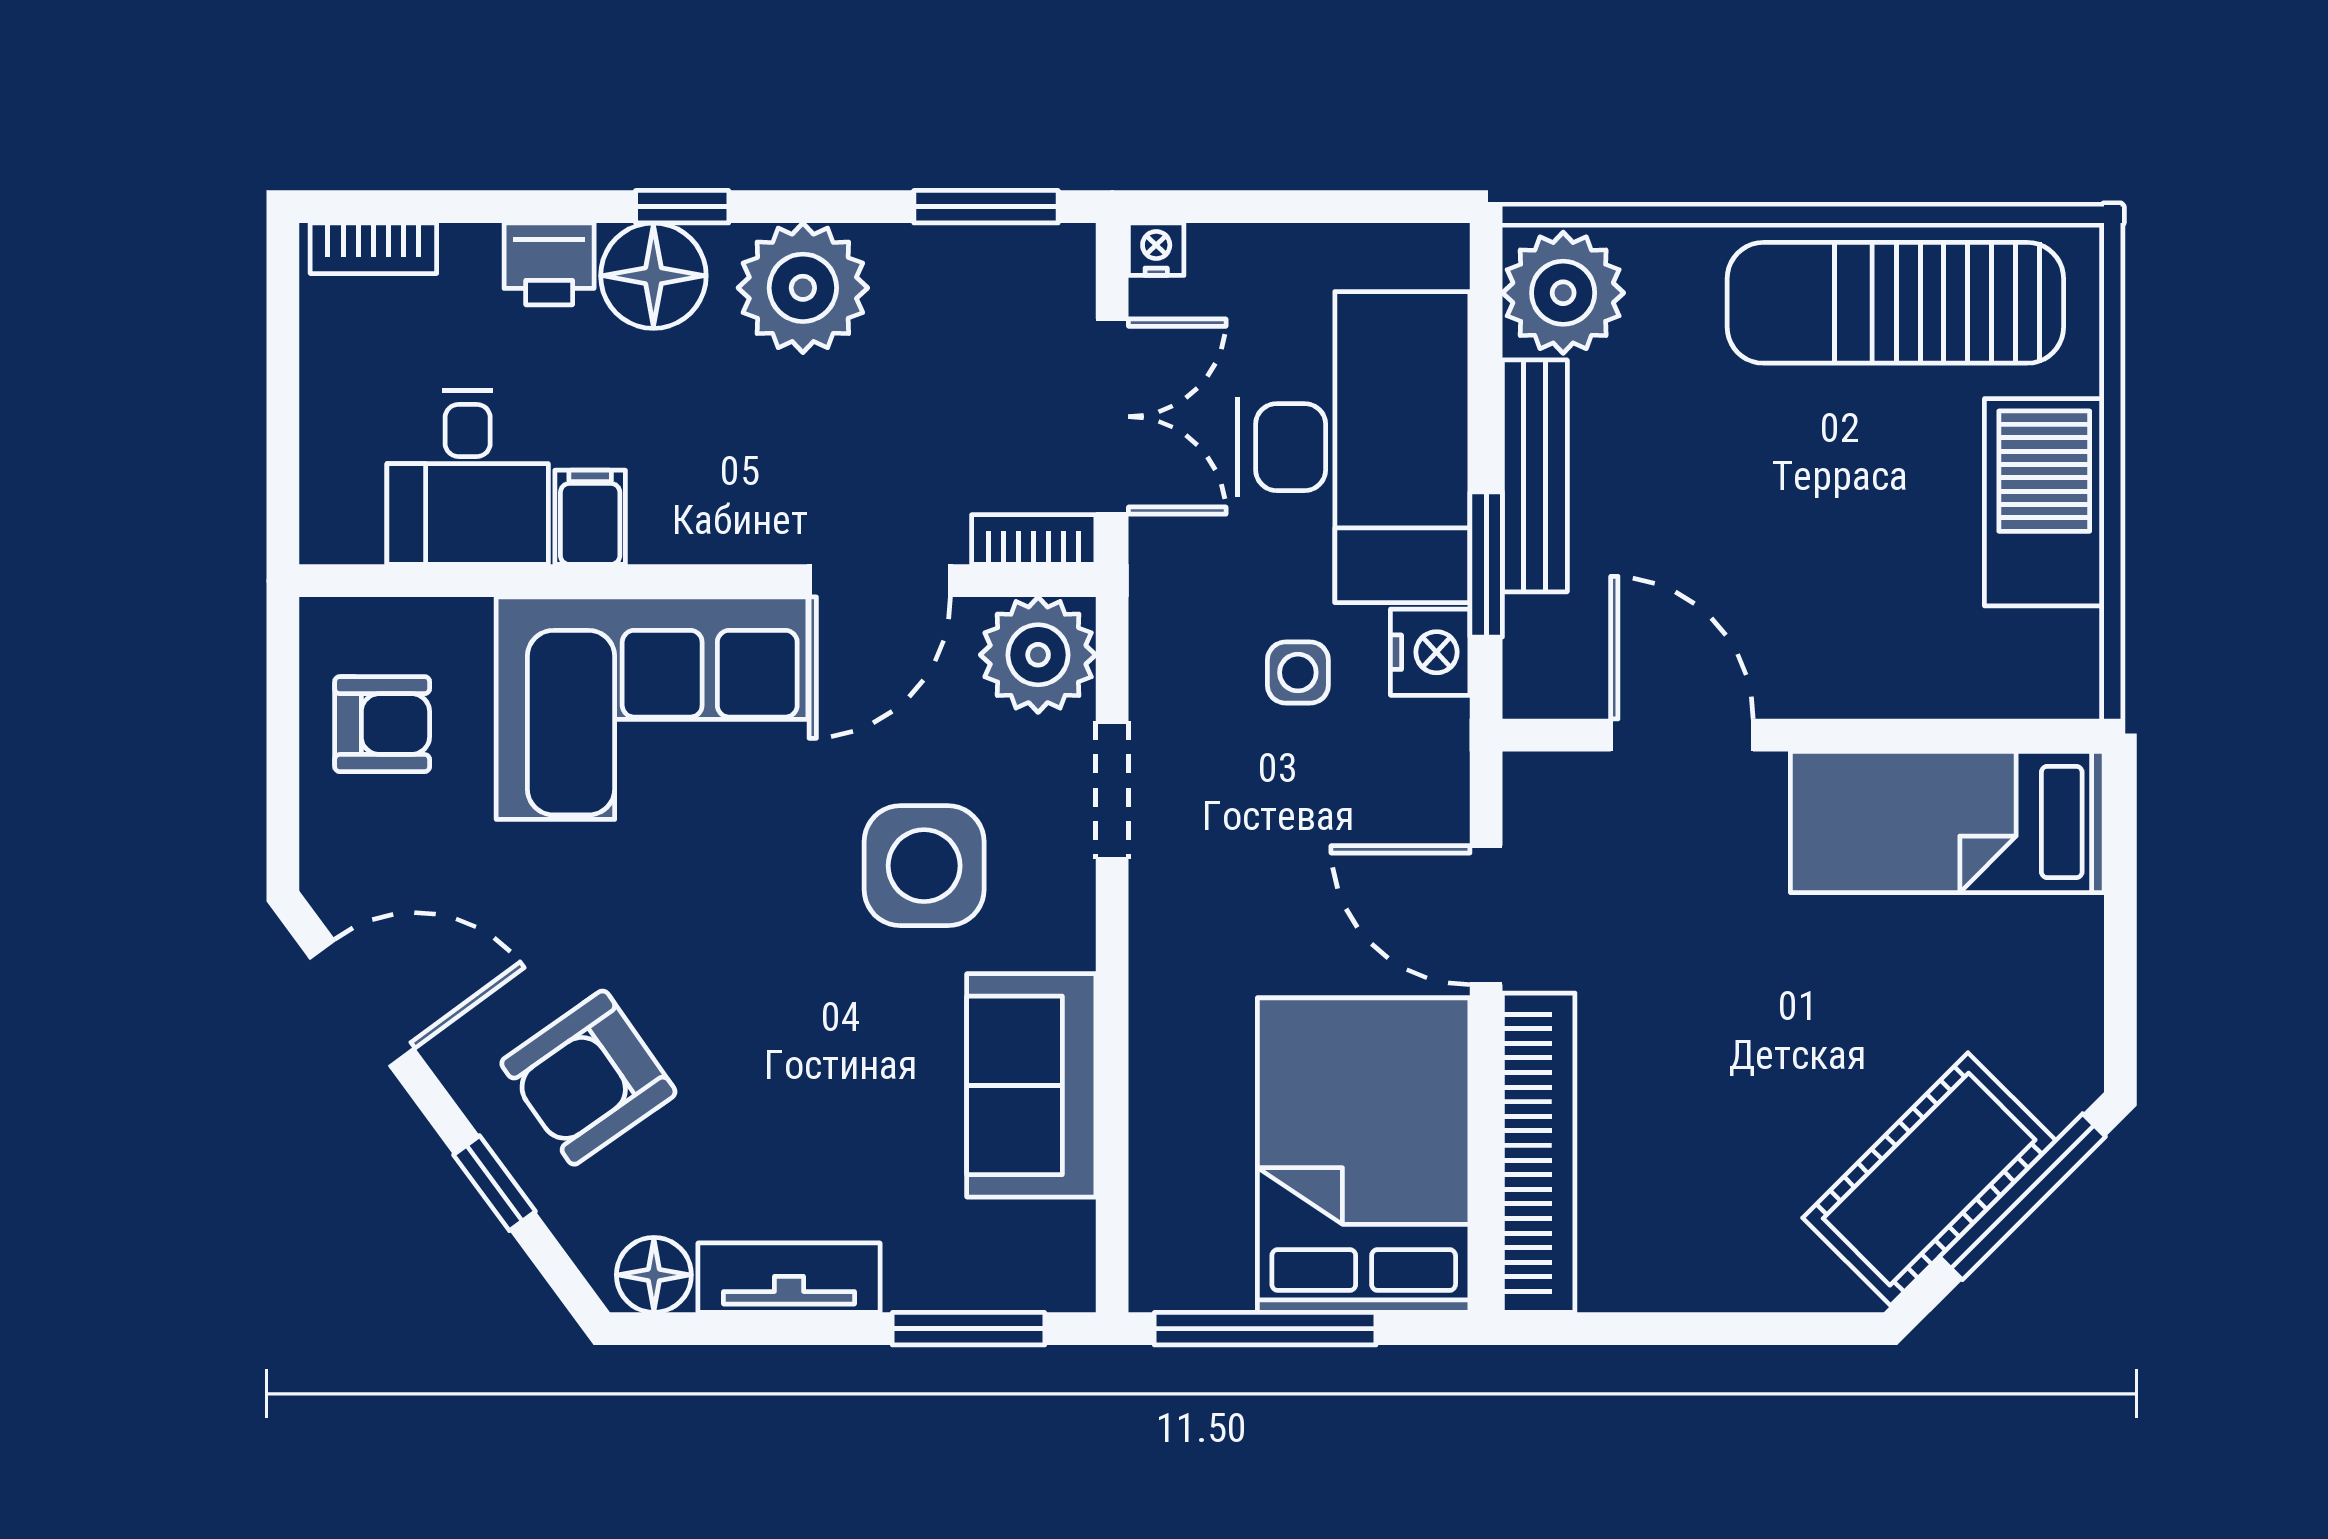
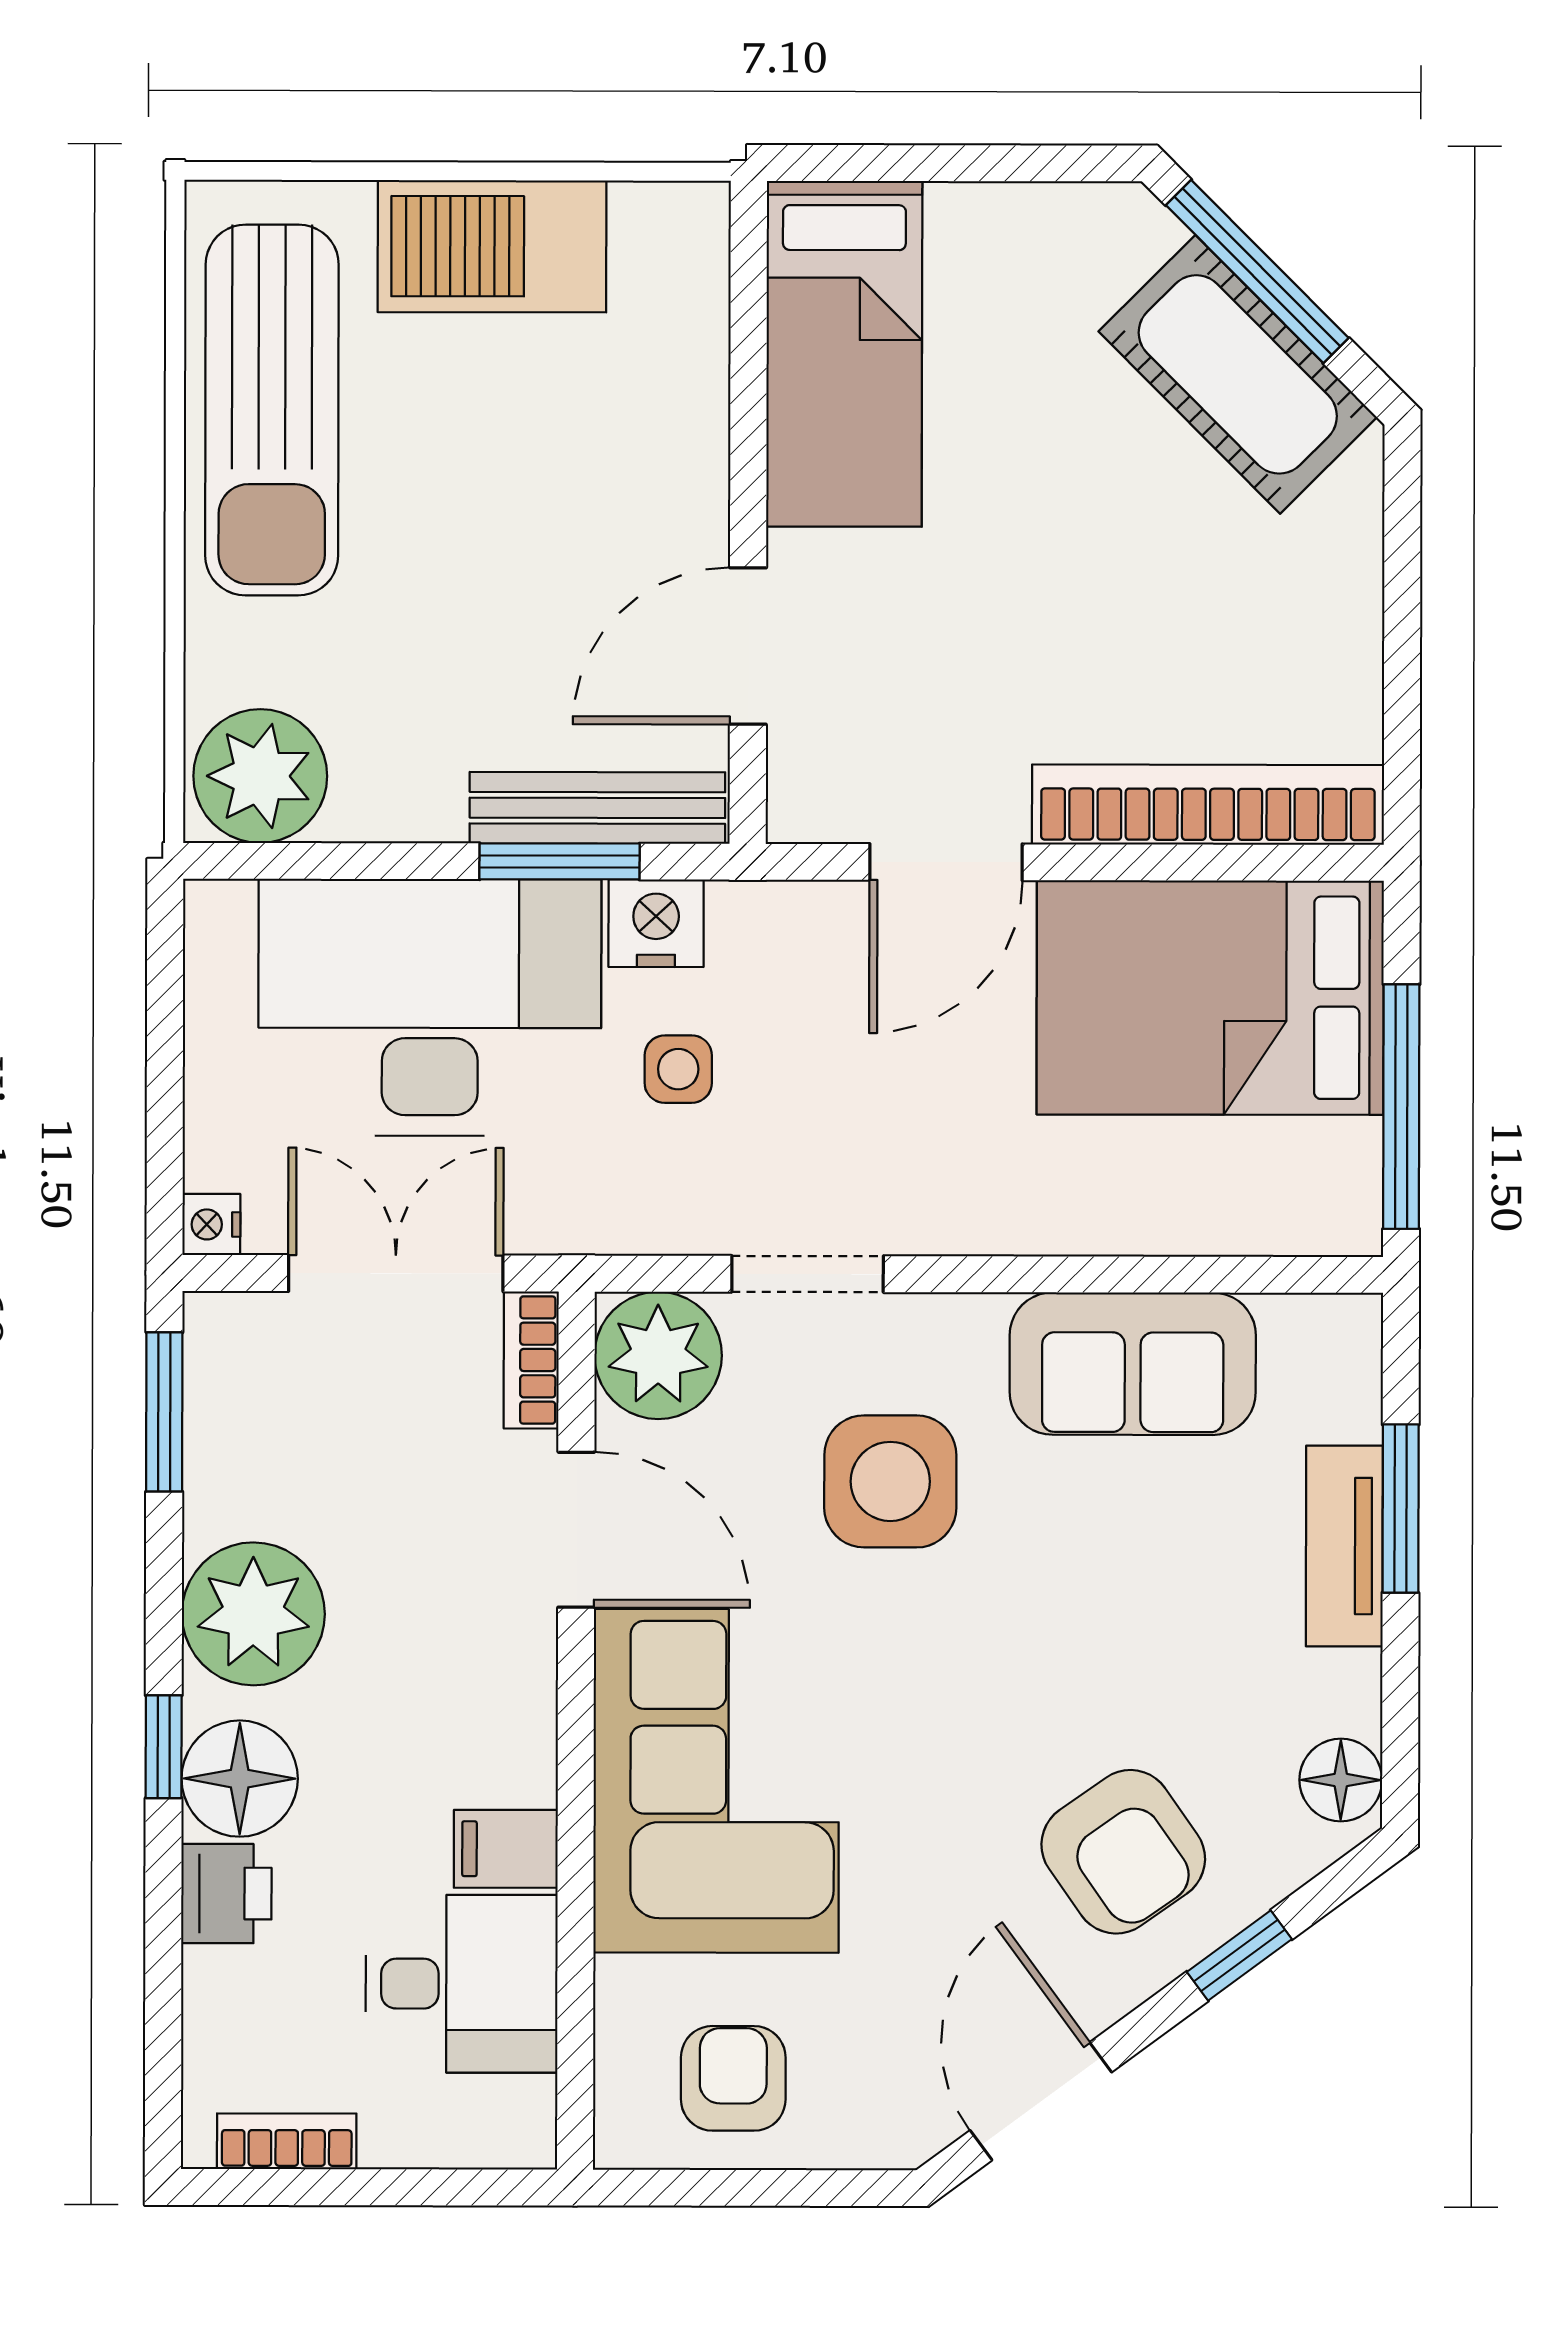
bookcase: (373, 248) -> (287, 2141), moved, turned -90
bench: (1535, 476) -> (597, 808), moved
tv unit: (789, 1278) -> (1344, 1546), moved
window: (968, 1329) -> (1401, 1509), moved

